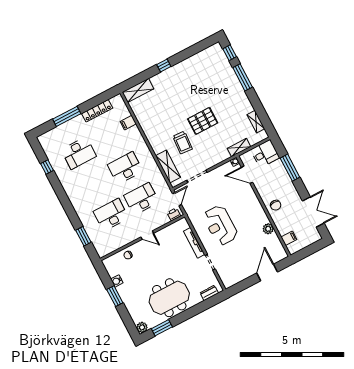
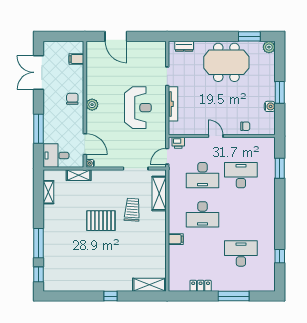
locker: (97, 111) -> (201, 286), width x0.66
filing cabinet: (128, 123) -> (176, 239), moved
desk: (111, 215) -> (241, 175), turned 180
plant: (268, 229) -> (92, 105), moved
door: (267, 272) -> (116, 36), hinge flipped

